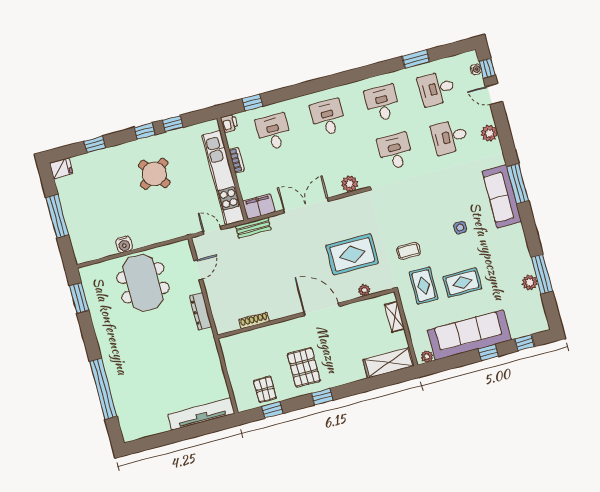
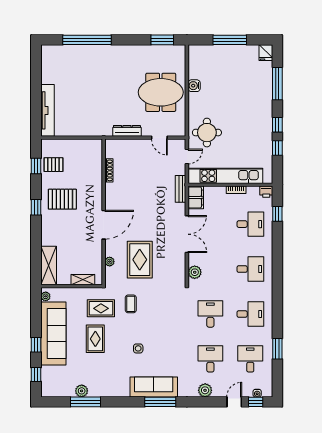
window: (95, 144) -> (277, 84), width x2.17
desk: (395, 151) -> (210, 314), turned -90
round table: (154, 174) -> (207, 133), moved, turned 36

